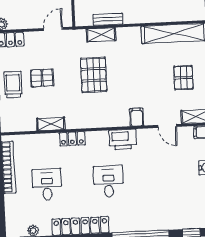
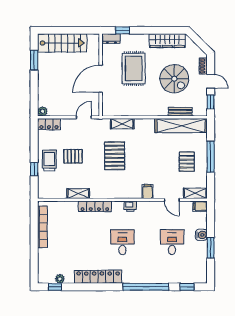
bench: (108, 19) -> (180, 112), moved
locker: (72, 139) -> (95, 206), width x1.53
printer: (123, 139) -> (130, 206), width x0.53, depth x0.68
desk: (47, 184) -> (172, 242), moved

